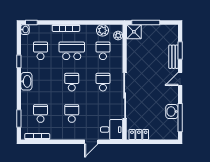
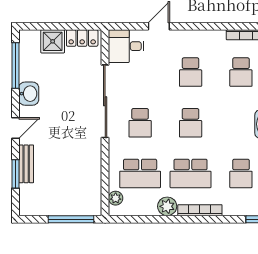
plant: (103, 30) -> (167, 206), moved
shower: (134, 32) -> (53, 41), moved
school desk: (103, 51) -> (140, 173), width x1.85
washbasin: (172, 111) -> (29, 94), moved

